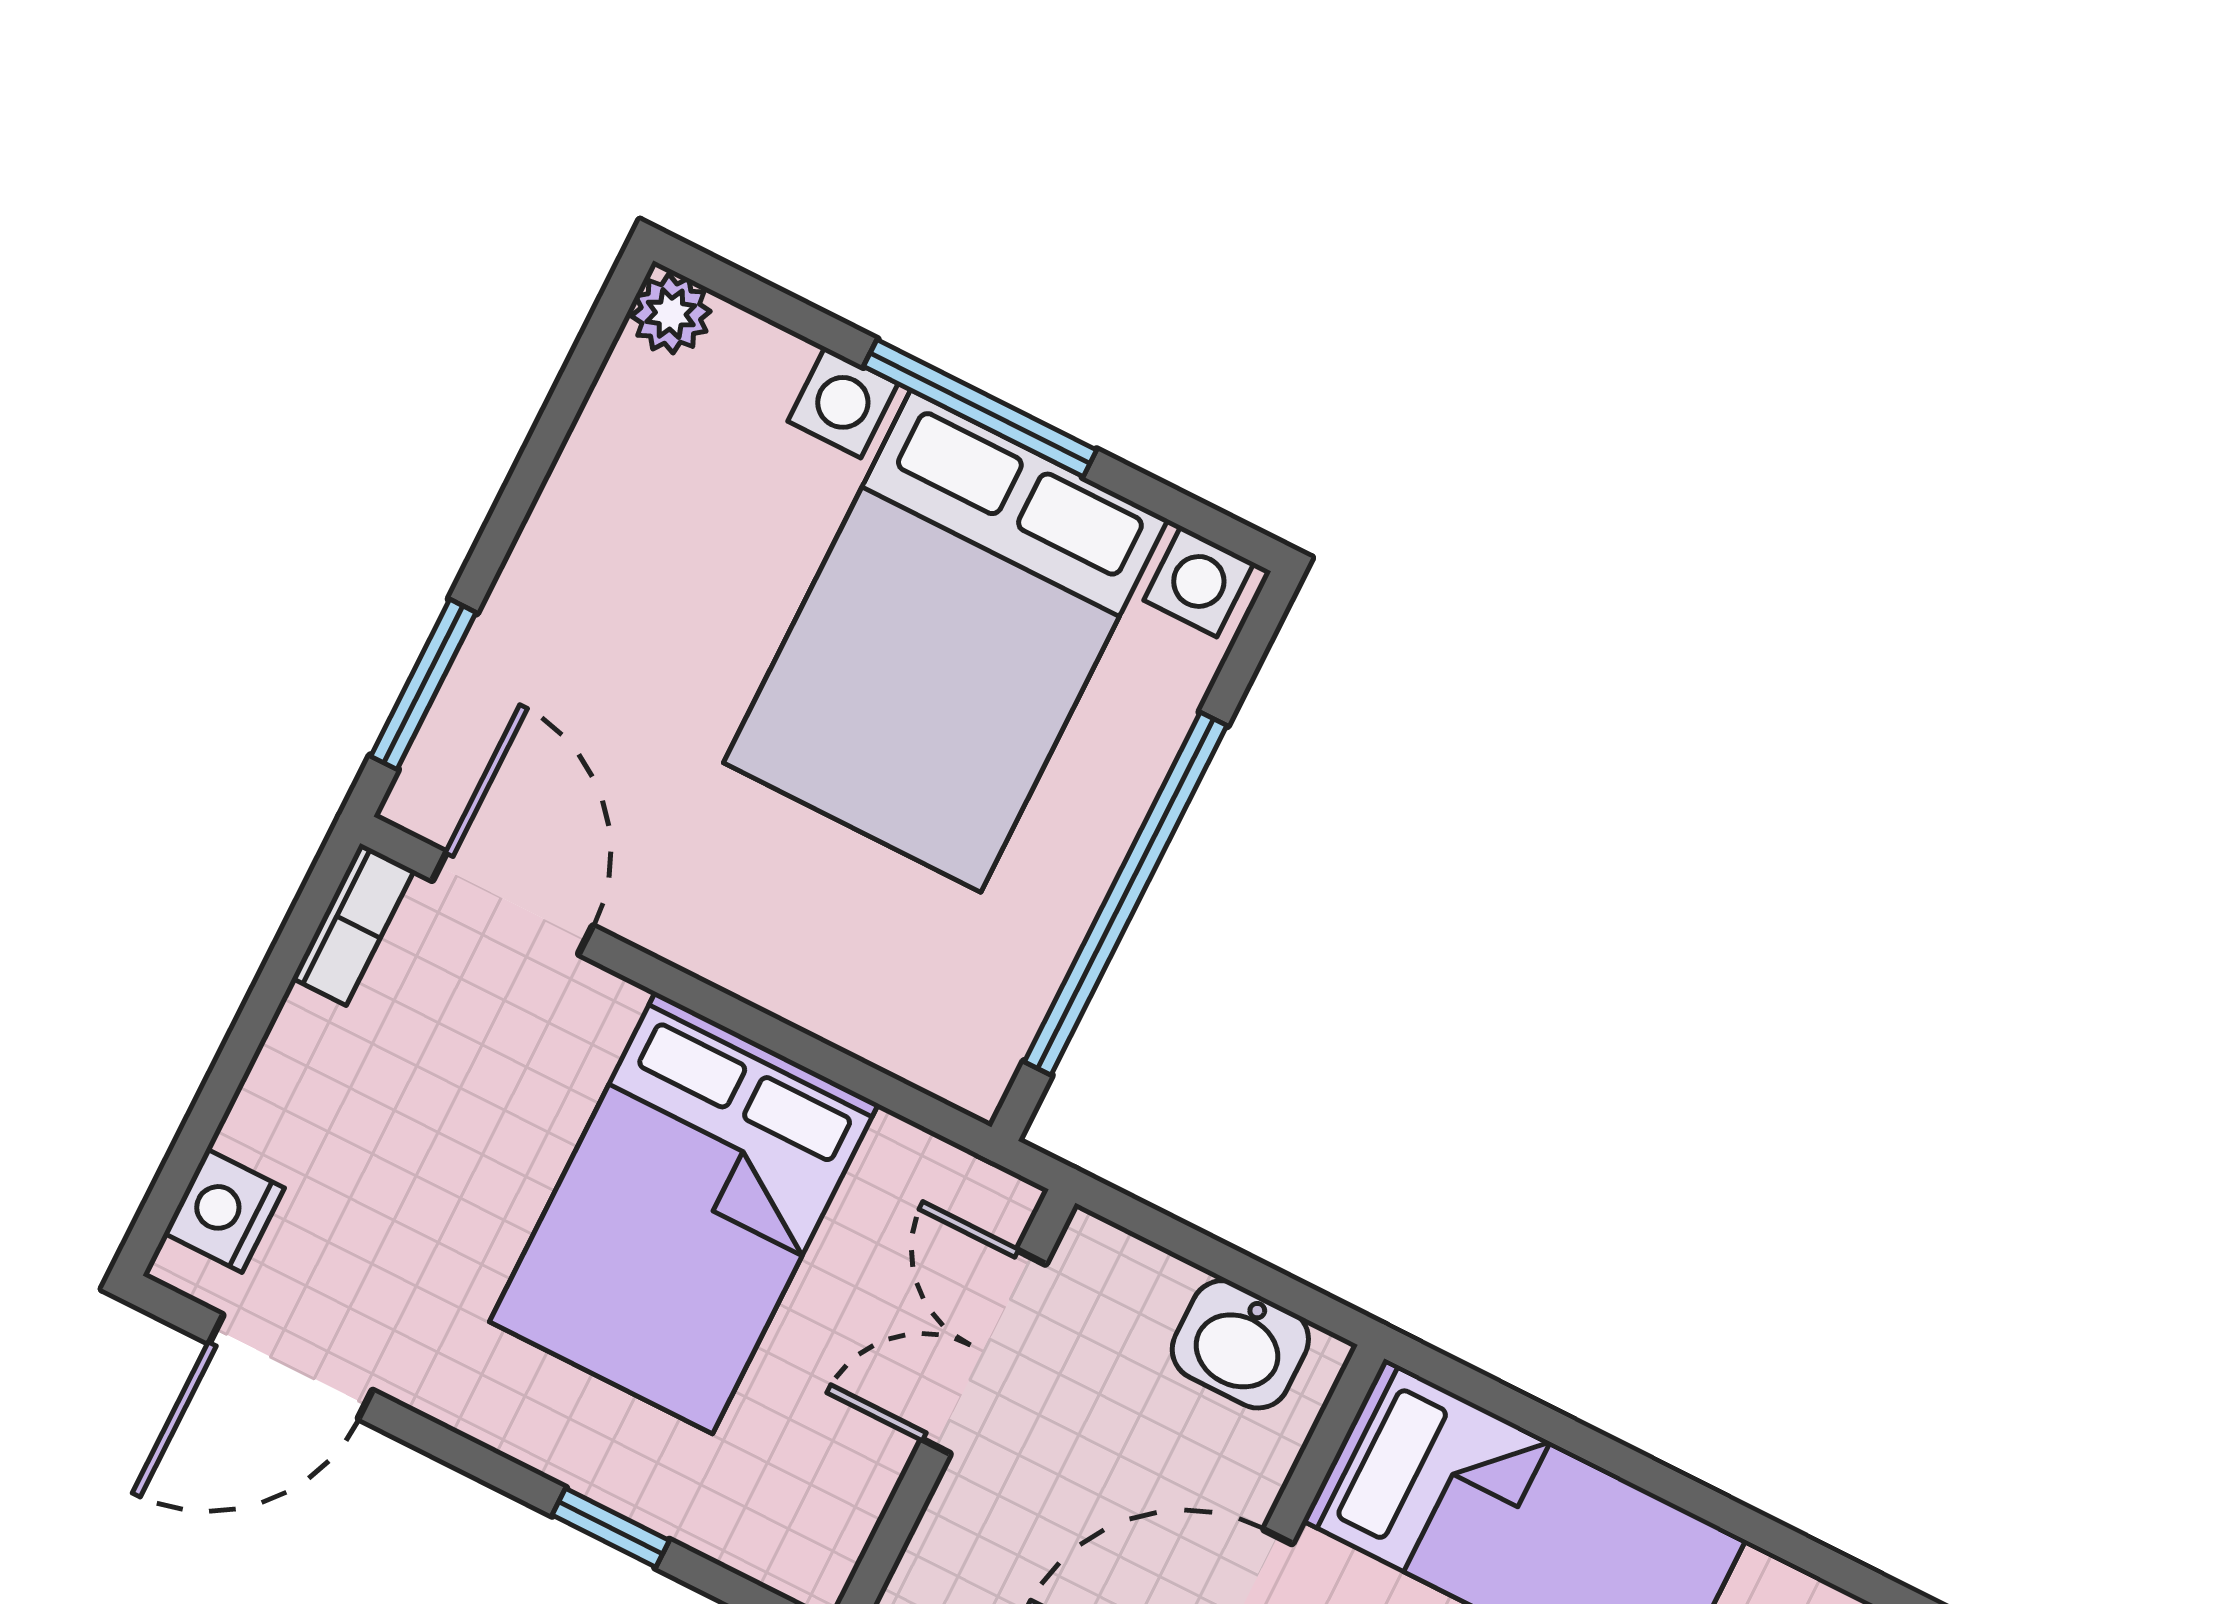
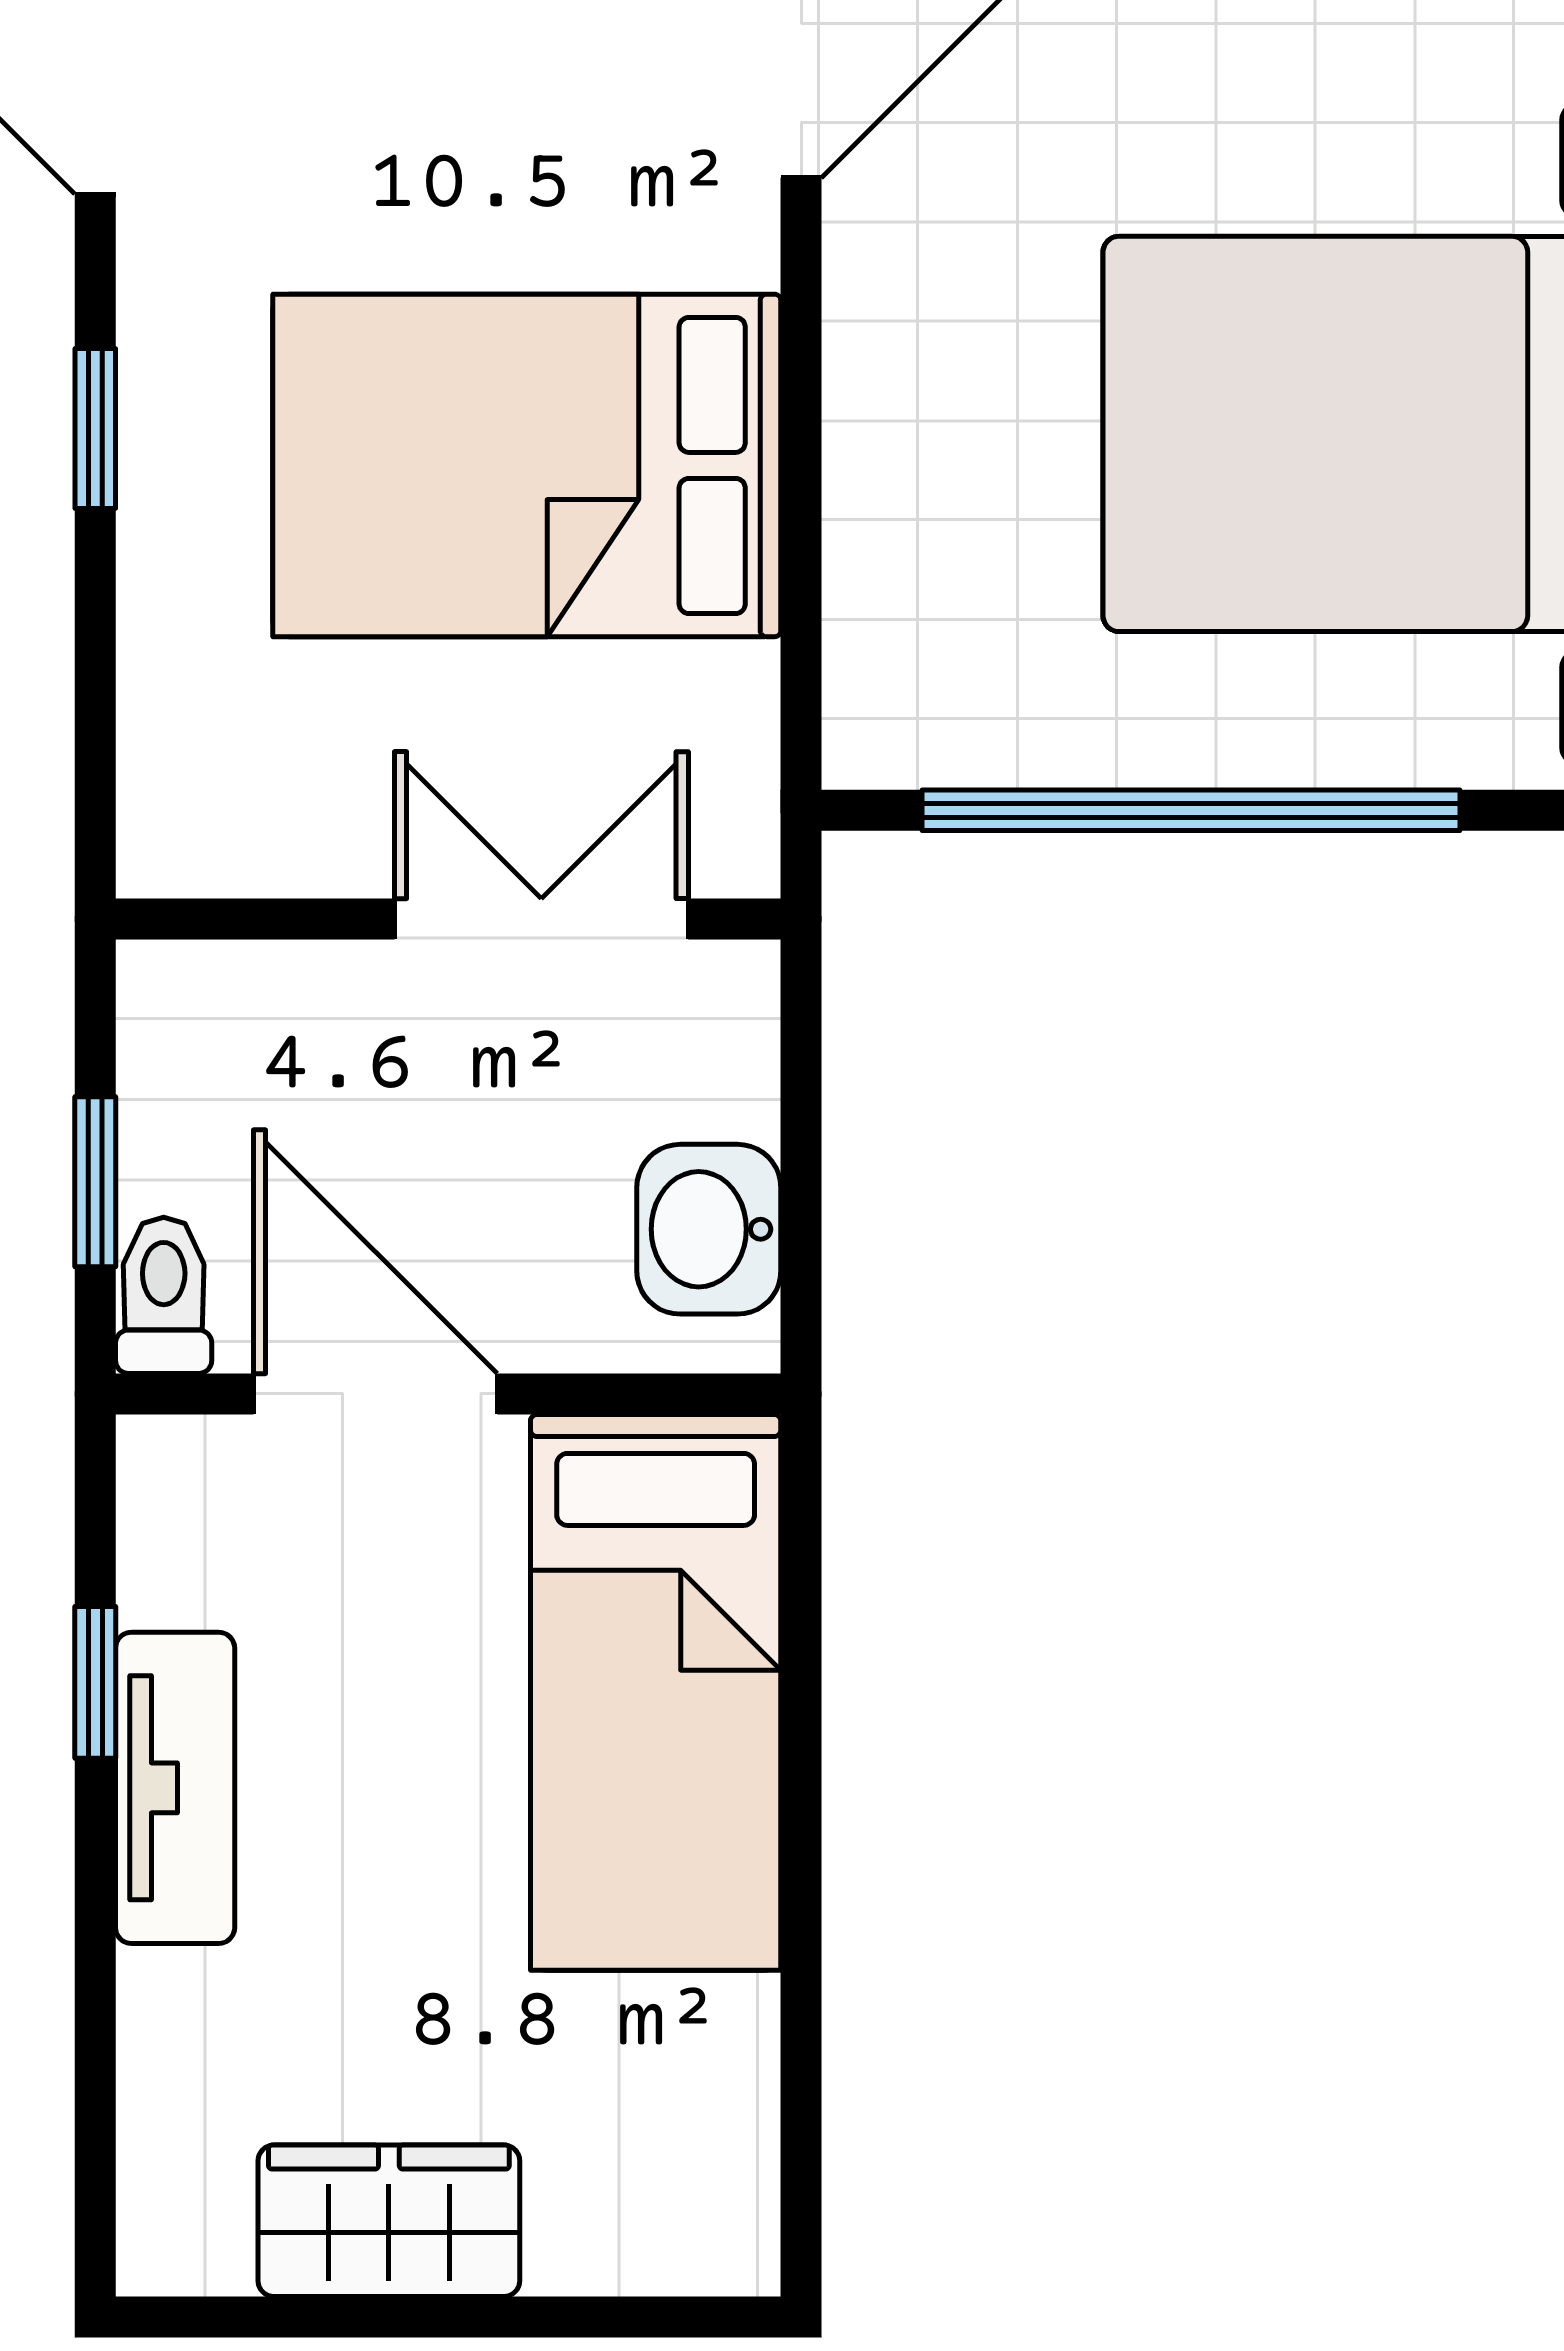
window: (611, 1528) -> (95, 429), moved

